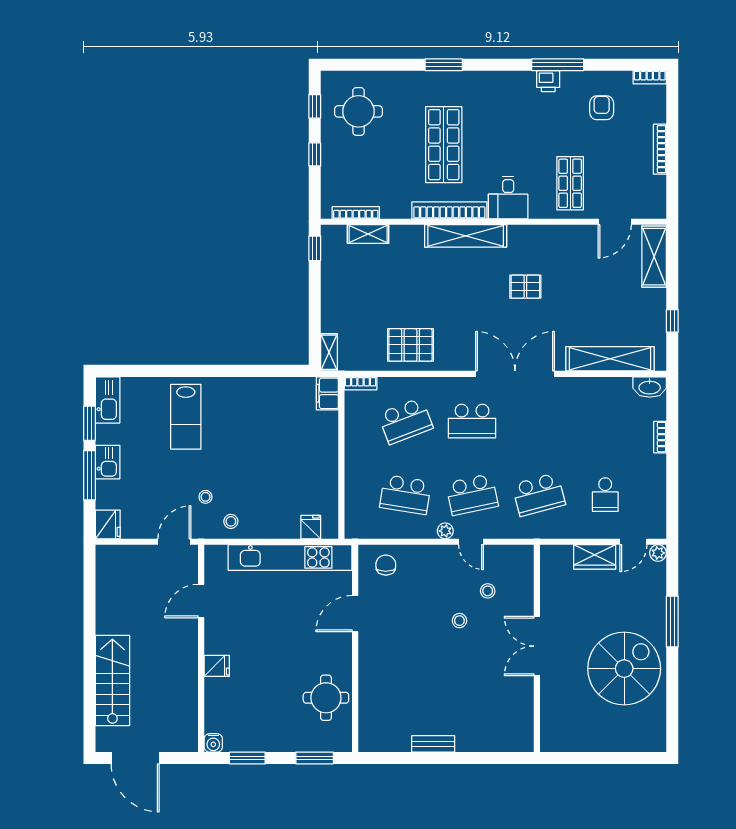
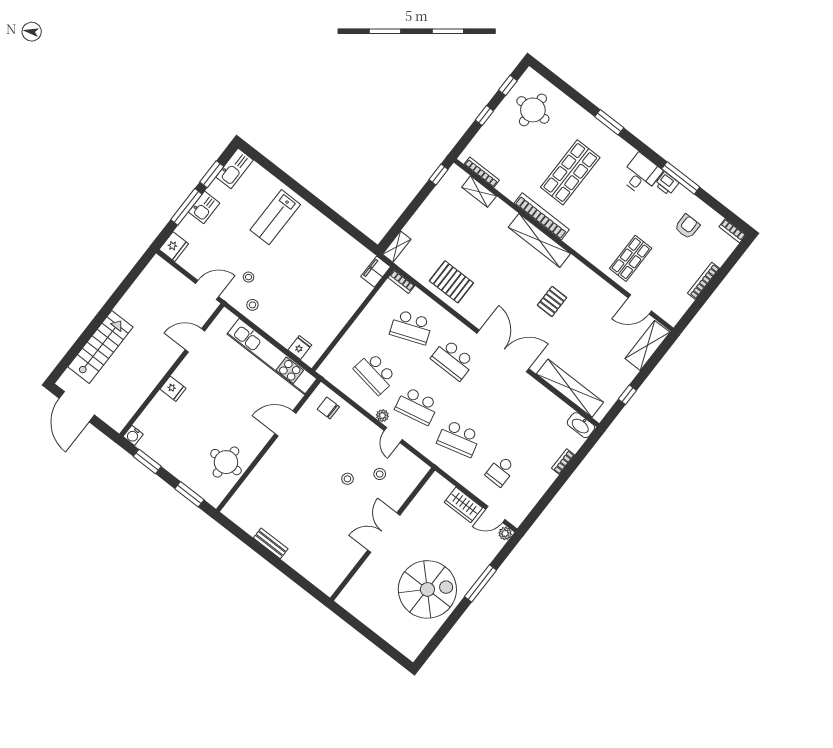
desk: (508, 198) -> (641, 174), moved, turned 180
pallet: (525, 287) -> (552, 301), turned 90
chair: (386, 565) -> (328, 408), turned -90

